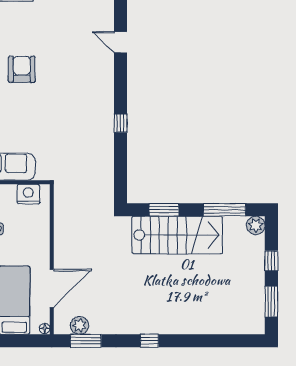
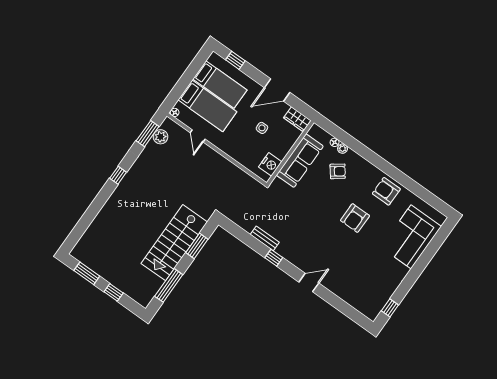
door: (120, 42) -> (309, 283), moved
armchair: (22, 69) -> (355, 218), turned 90
bench: (107, 146) -> (265, 238), added
plant: (256, 225) -> (144, 299), removed
door: (52, 288) -> (198, 136), width x0.53

